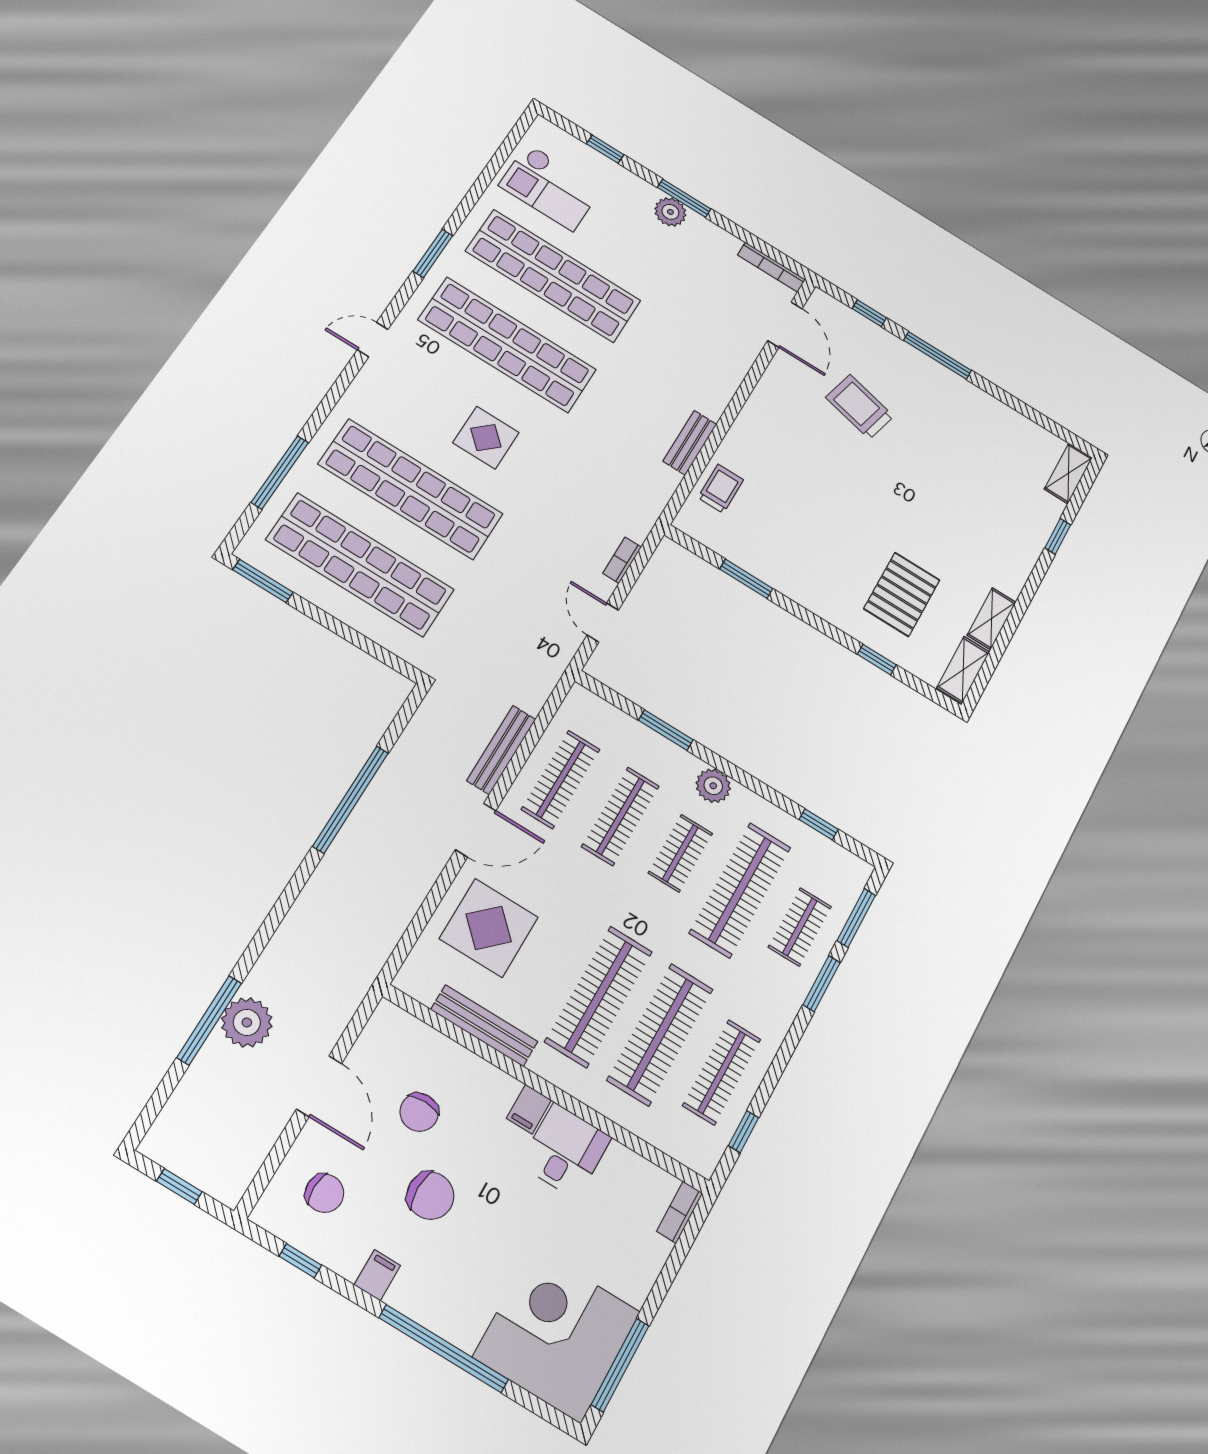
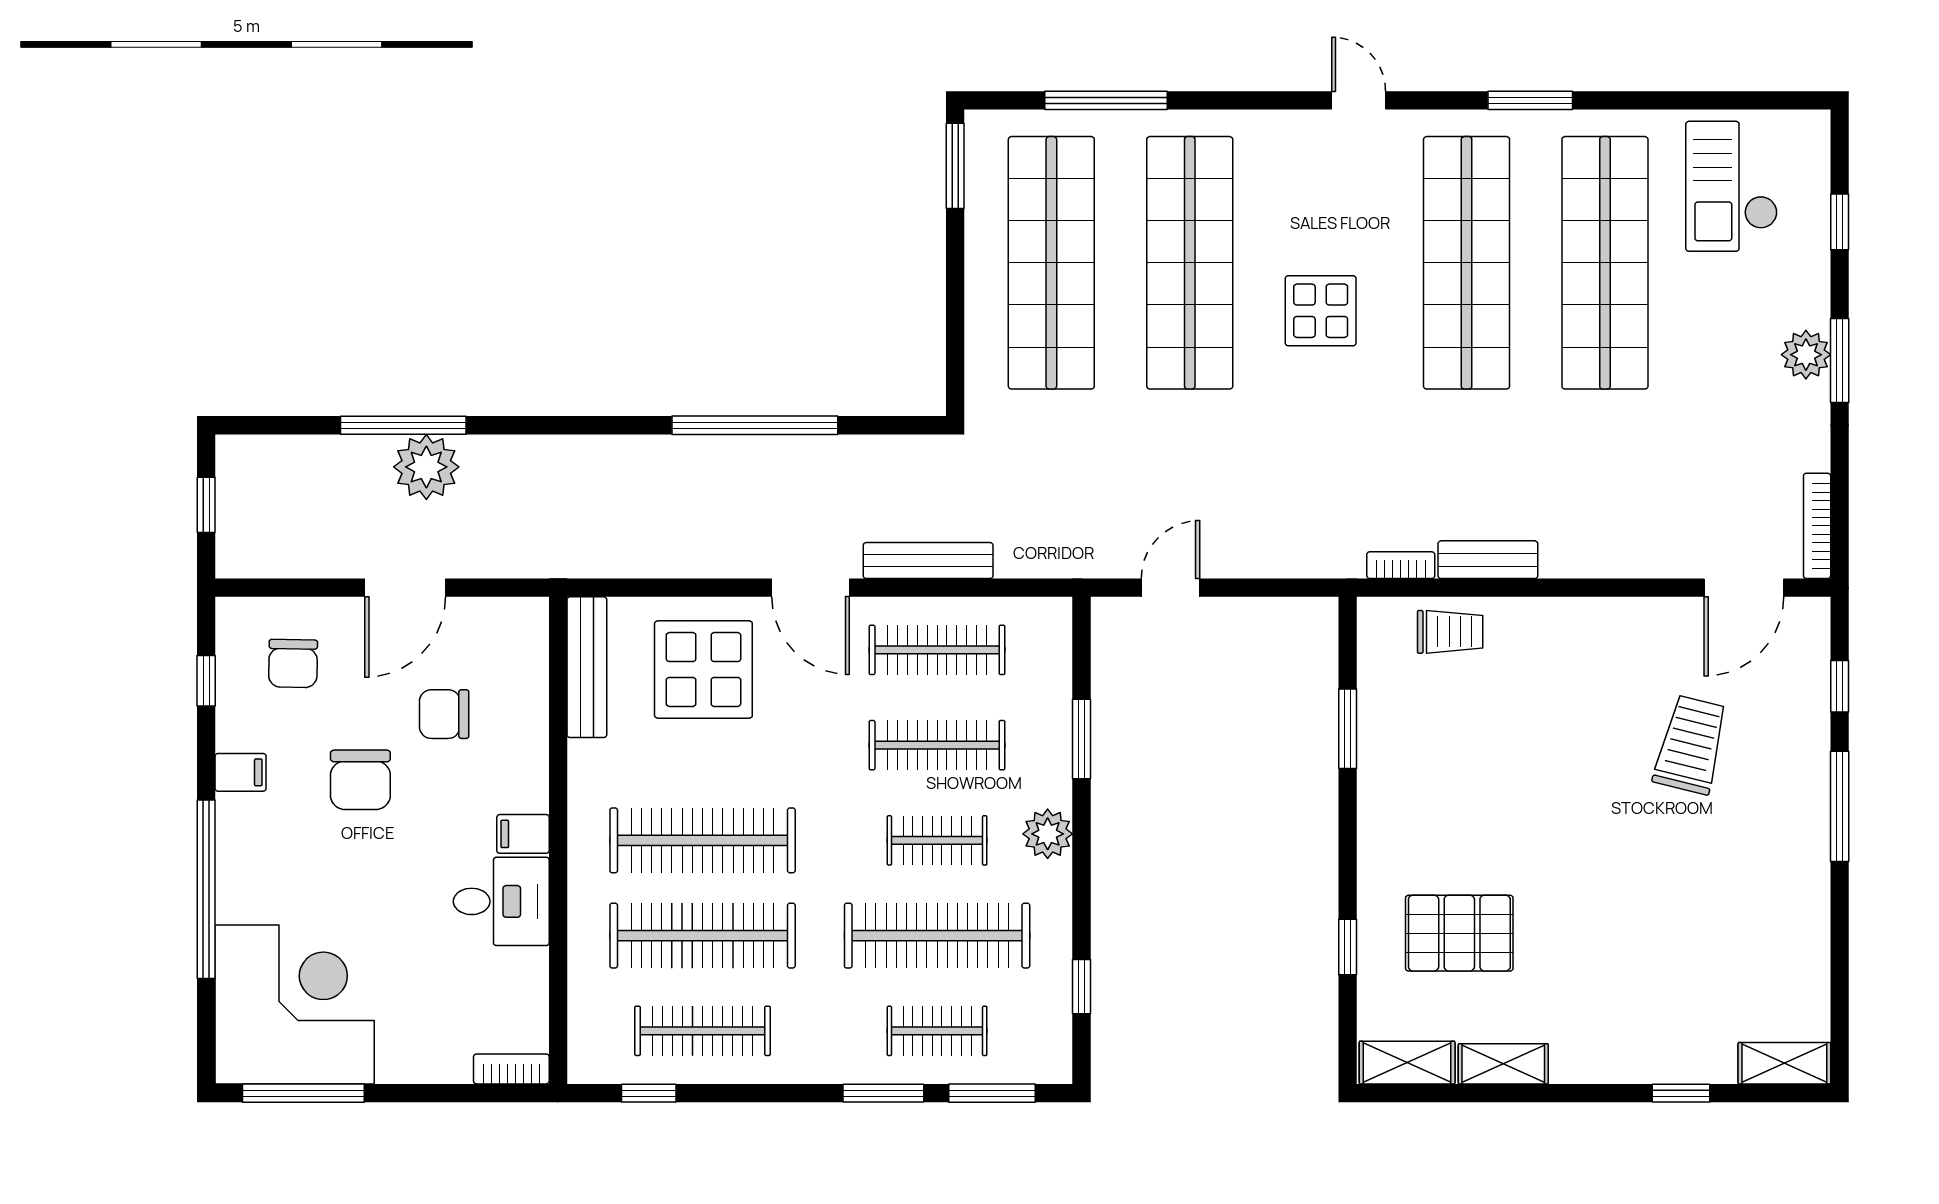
bookcase: (622, 560) -> (1401, 565), moved
bench: (484, 1026) -> (587, 667), moved

